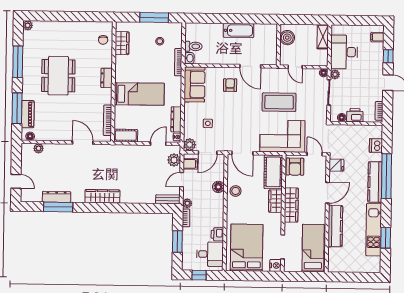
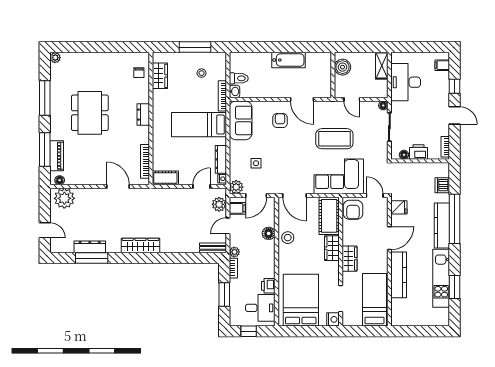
plant: (335, 74) -> (396, 107), removed
bed: (139, 94) -> (199, 125), moved, turned 180
plant: (39, 148) -> (64, 198), width x1.87, depth x1.87
wardrobe: (291, 205) -> (350, 259), width x0.67

